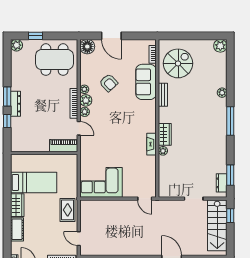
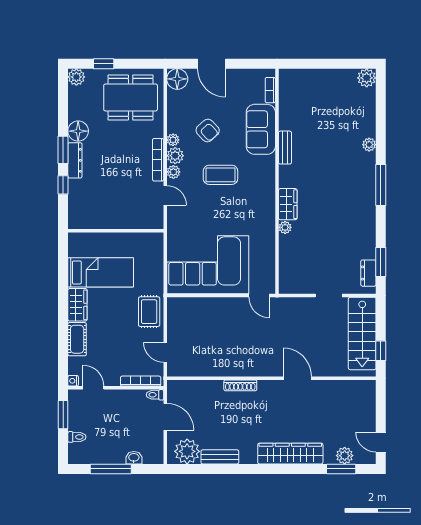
spiral stairs: (178, 63) -> (306, 103), removed
floor lamp: (18, 83) -> (78, 131), added
coffee table: (118, 114) -> (220, 175), added
fireplace: (152, 144) -> (269, 218), removed
piano: (64, 146) -> (144, 220), removed
corner sofa: (101, 182) -> (208, 265), width x1.36, depth x1.36
window: (230, 216) -> (381, 351), moved

